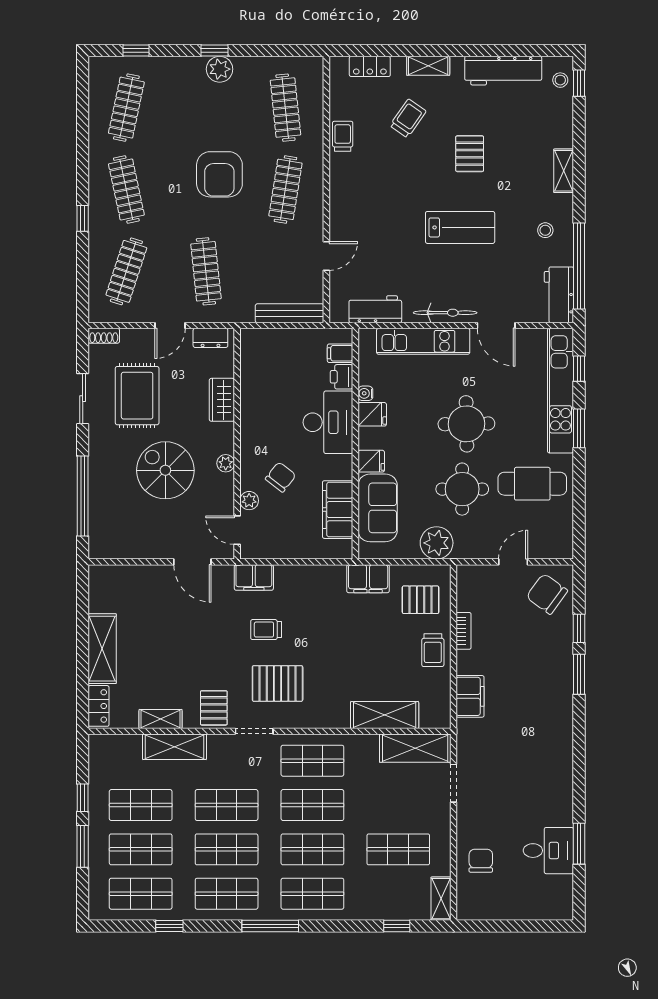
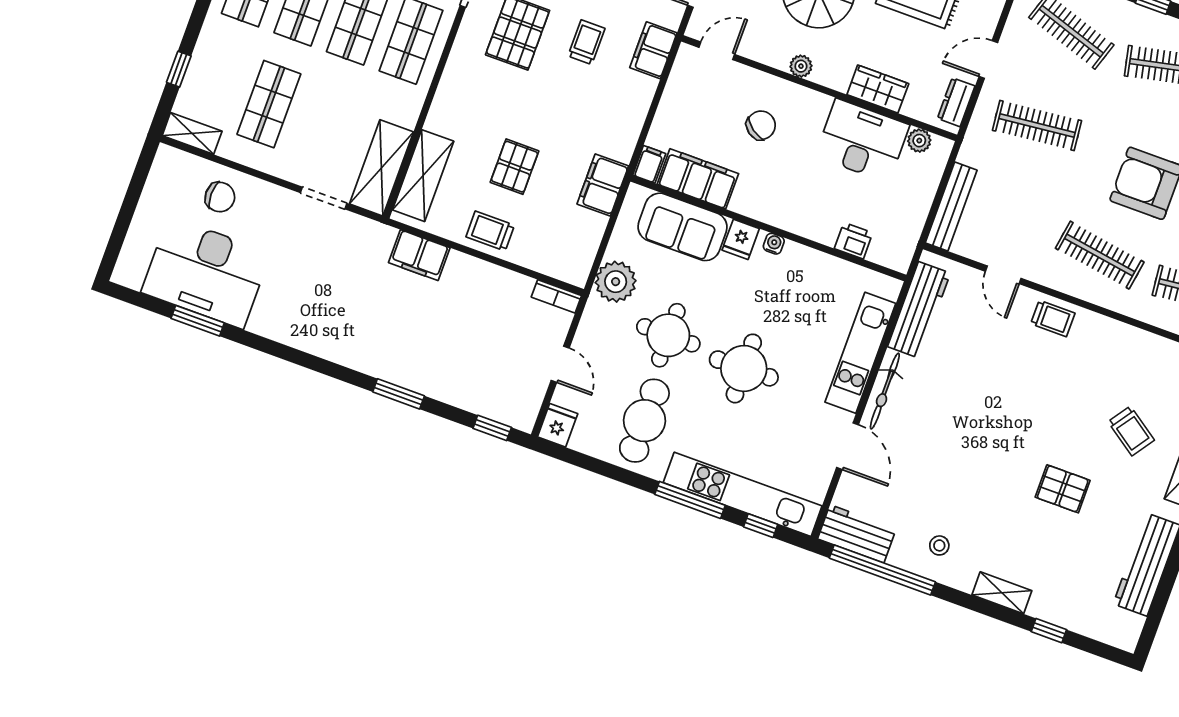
stool: (560, 80) -> (1111, 628), removed
window: (579, 83) -> (1049, 631), moved
trolley: (343, 136) -> (1053, 318), moved
lab bench: (460, 227) -> (979, 446), removed
workbench: (375, 309) -> (919, 310), width x1.38
door: (170, 325) -> (988, 60), hinge flipped
door: (496, 325) -> (848, 446), swing flipped
filing cabinet: (340, 353) -> (649, 164), moved
water cooler: (365, 393) -> (774, 244), moved
fridge: (372, 414) -> (558, 425), moved, turned 180
desk: (328, 422) -> (862, 141), moved, turned 180
window: (579, 428) -> (690, 500), width x1.44
chair: (281, 477) -> (761, 125), turned -92
plant: (249, 501) -> (919, 141), moved
chair: (547, 594) -> (508, 390), removed
pallet: (421, 600) -> (515, 167), moved
window: (579, 628) -> (492, 428), moved
bookcase: (464, 631) -> (556, 296), moved
shelving: (385, 715) -> (423, 176), moved
desk: (548, 851) -> (206, 273), width x1.87, depth x1.30

